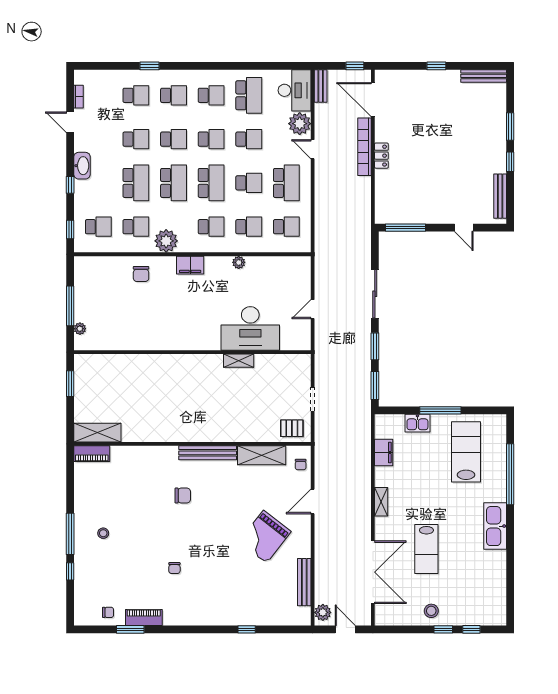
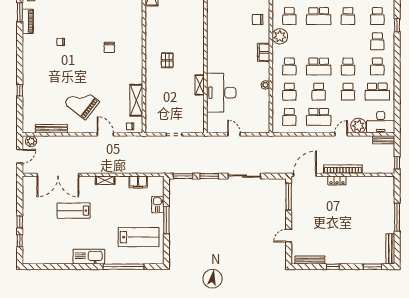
window: (436, 66) -> (397, 217), width x2.17
door: (373, 100) -> (305, 175), moved
window: (510, 127) -> (372, 267), moved
school desk: (174, 139) -> (348, 41), removed
school desk: (174, 183) -> (319, 41), removed
pallet: (292, 428) -> (167, 60), moved
bench: (208, 453) -> (138, 64), removed
stool: (431, 611) -> (32, 214), removed

